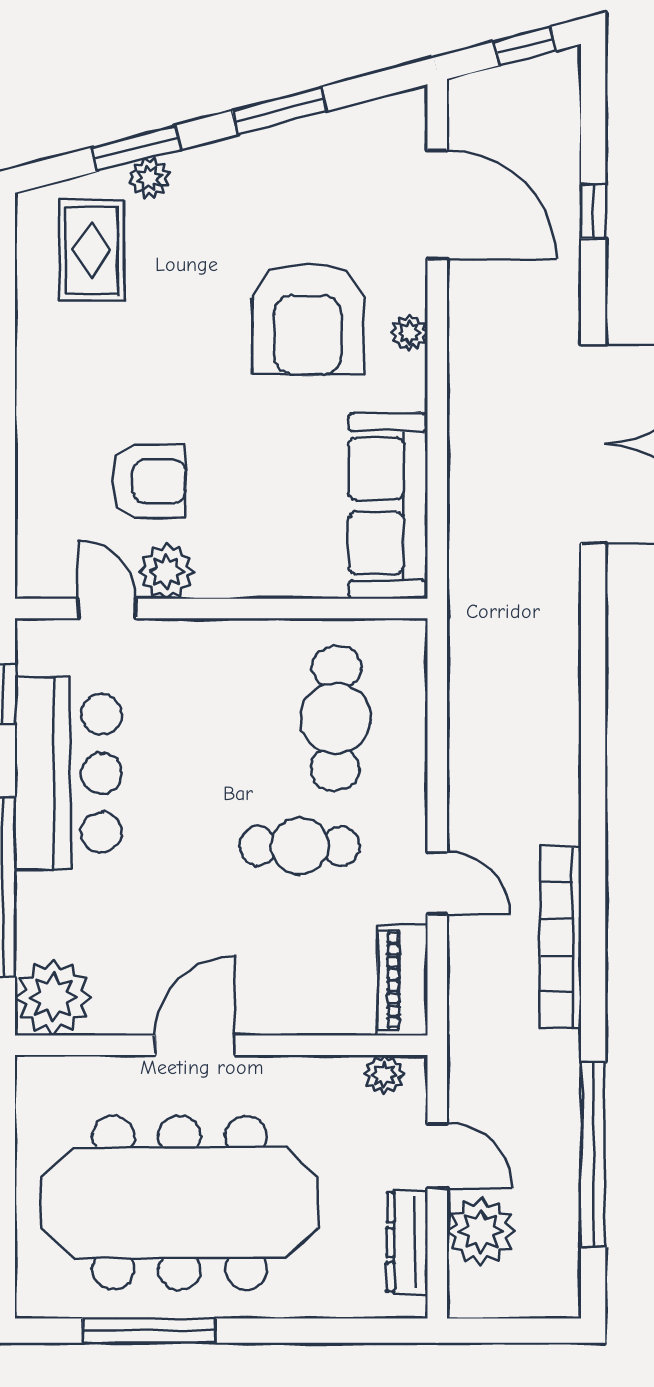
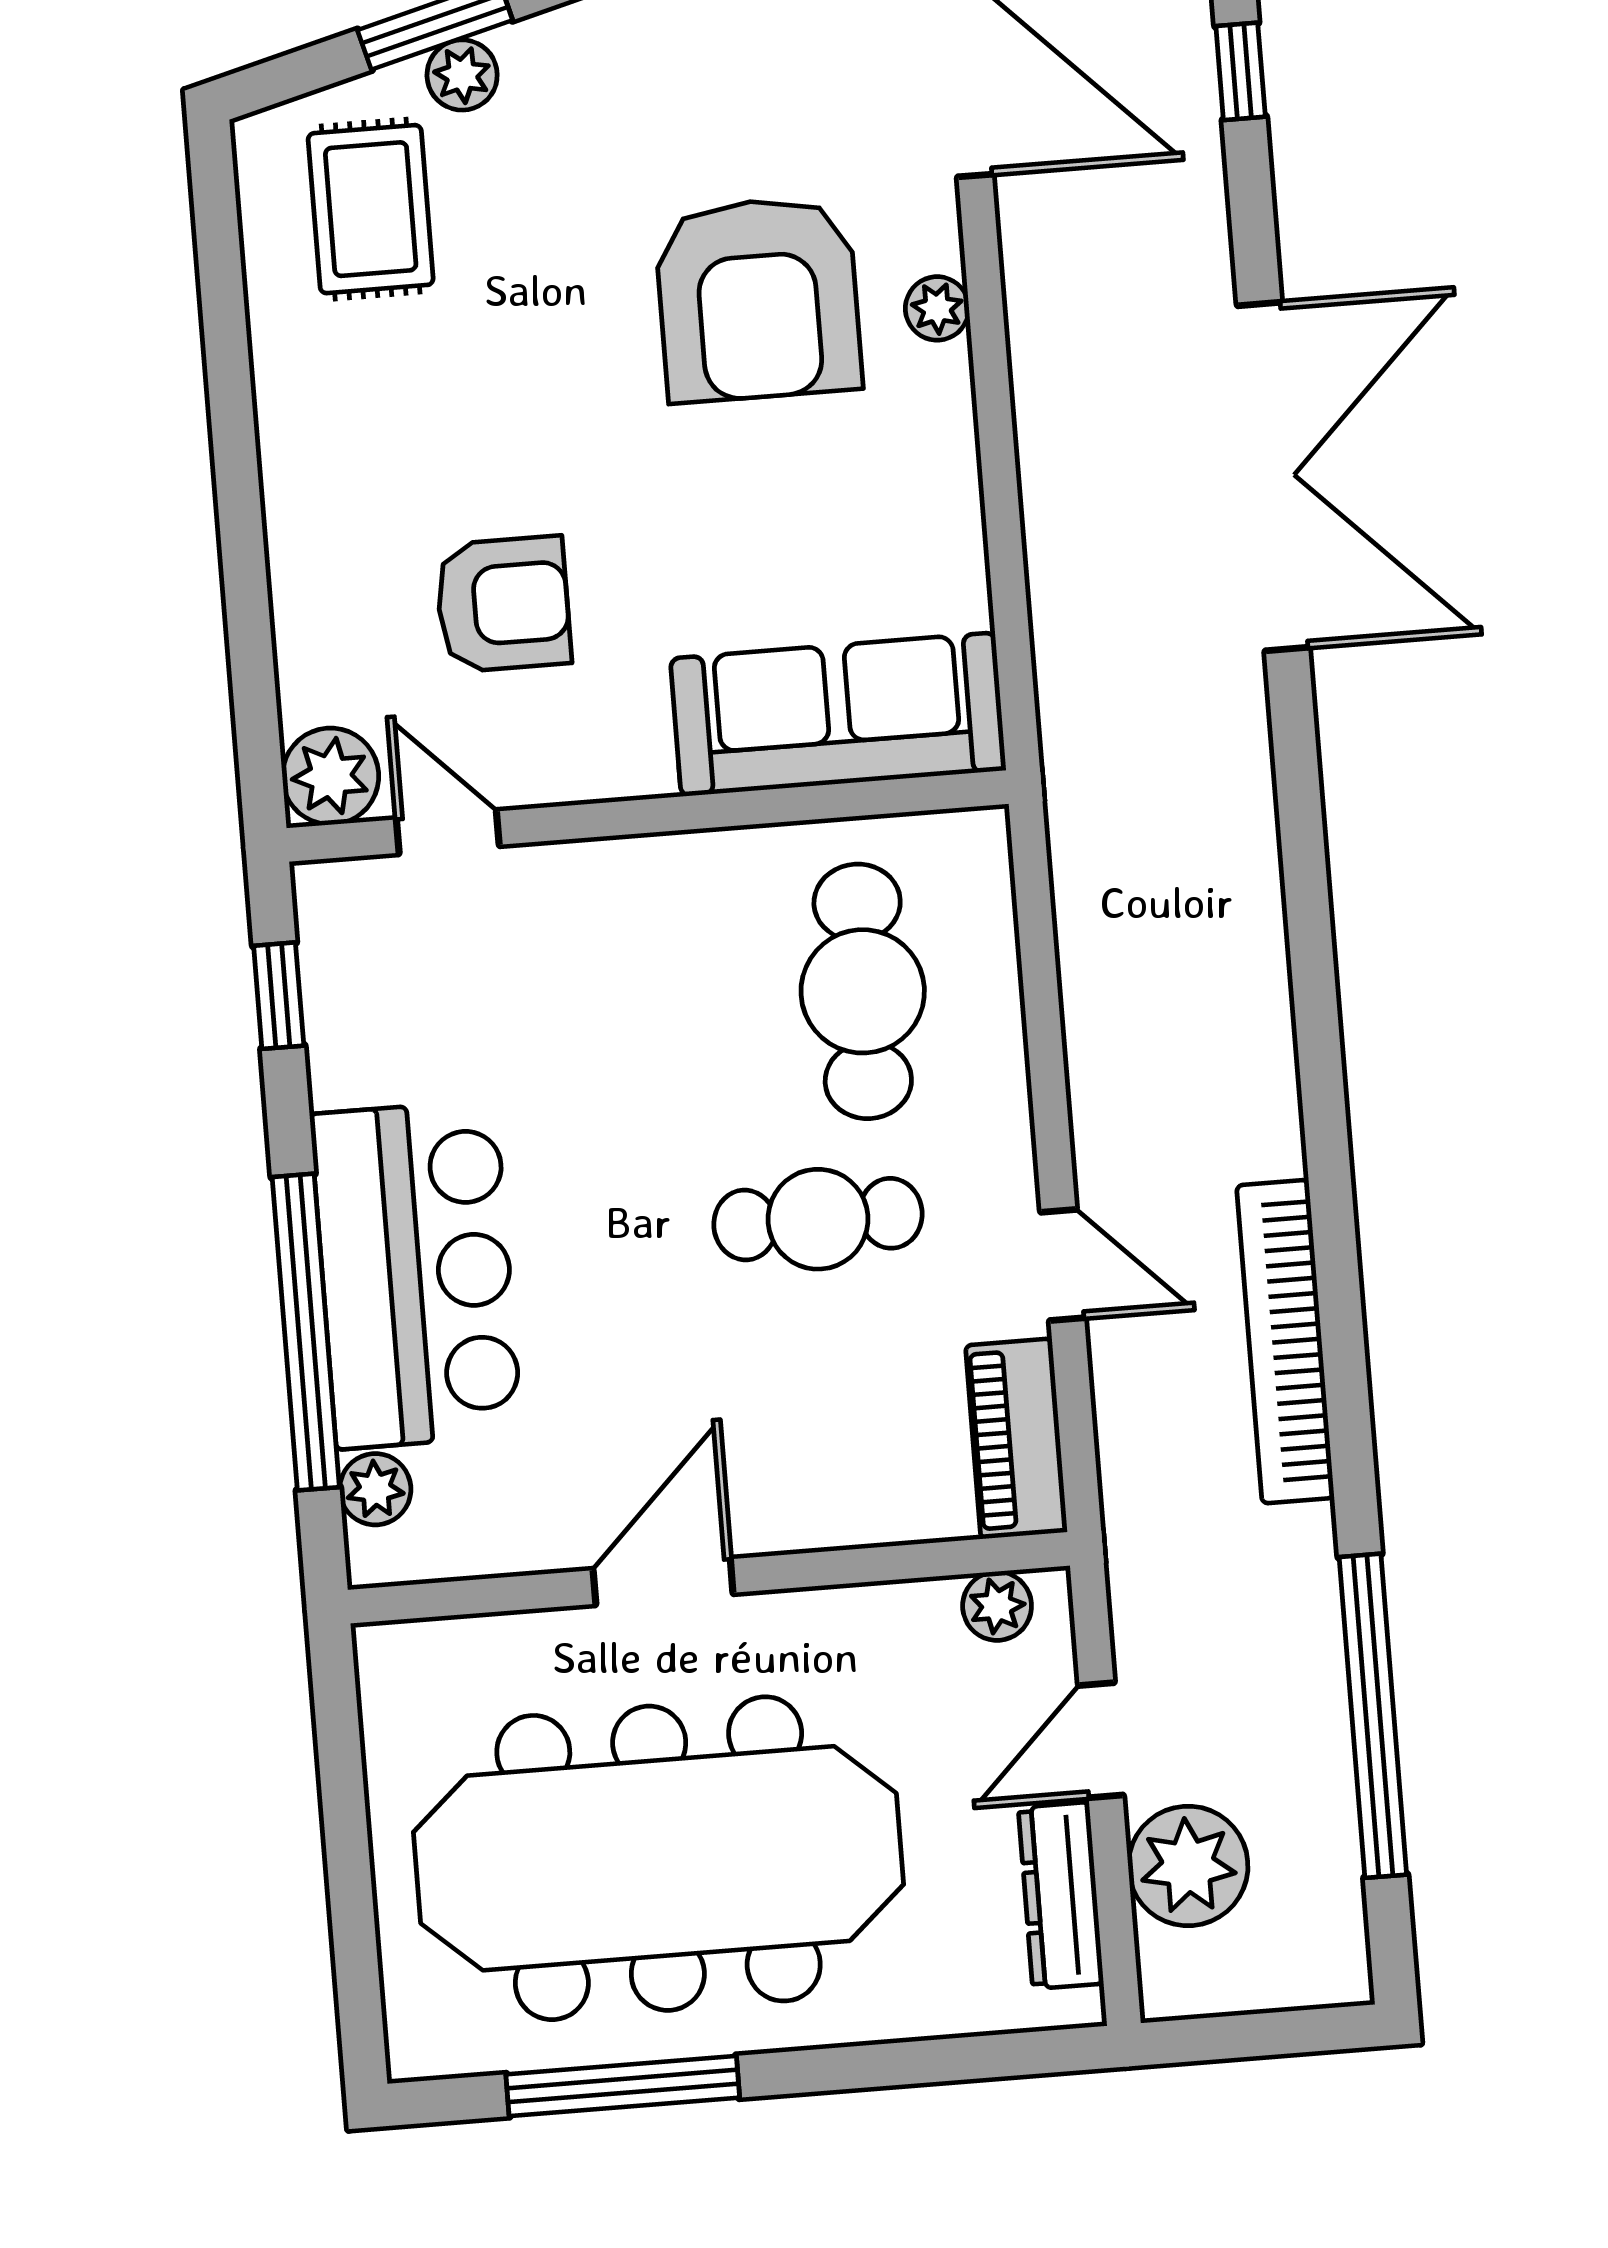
sofa: (388, 506) -> (838, 714), moved, turned 90
plant: (166, 571) -> (331, 776), moved
bar counter: (68, 773) -> (416, 1274), moved
plant: (53, 997) -> (375, 1489), width x0.53, depth x0.53
door: (437, 1156) -> (1101, 1740), swing flipped

